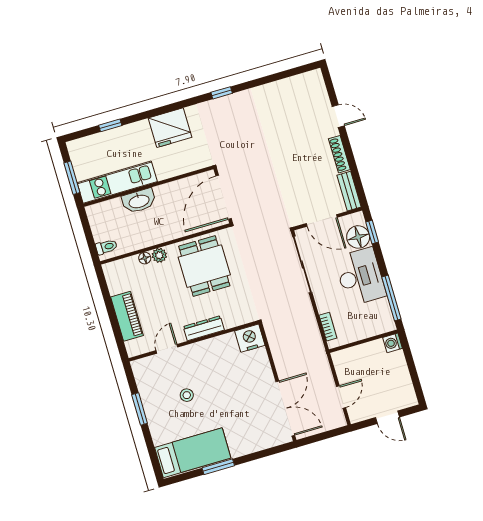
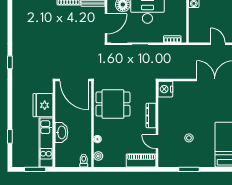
fridge: (170, 128) -> (43, 105), moved, turned 180
plant: (159, 255) -> (98, 156), moved
piano: (127, 316) -> (141, 160), moved

